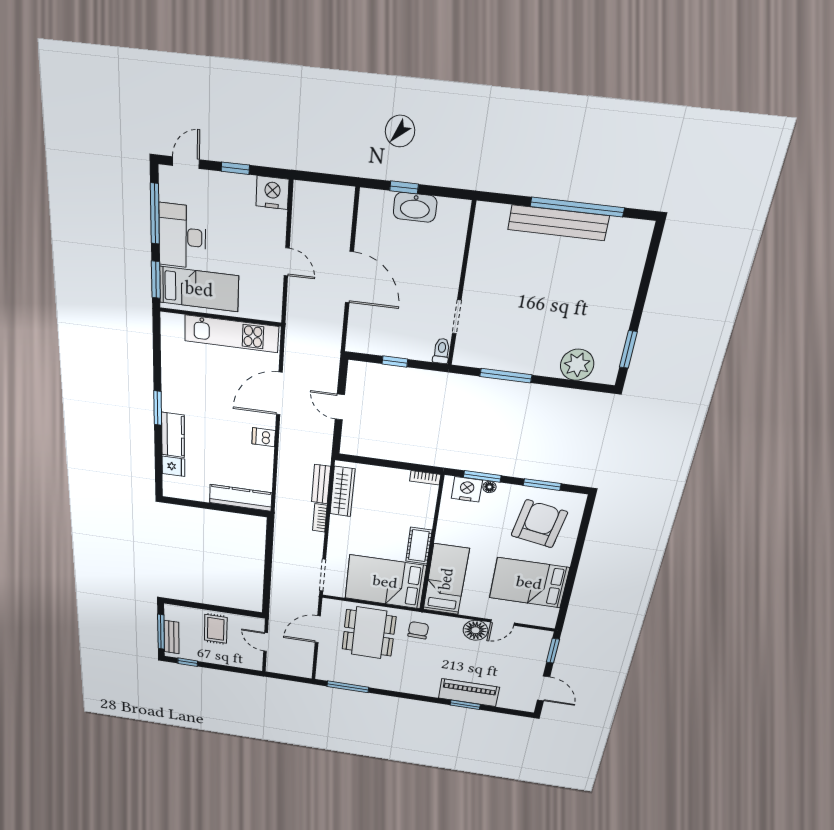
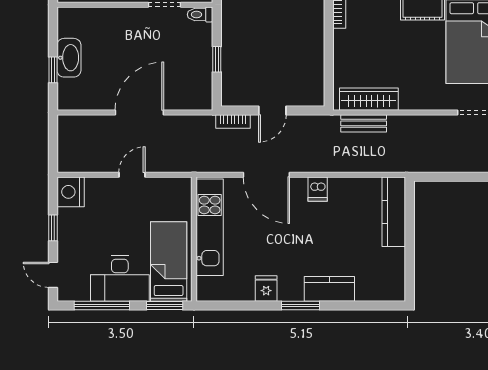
fridge: (173, 466) -> (266, 289), moved
bookcase: (320, 518) -> (233, 121), moved

